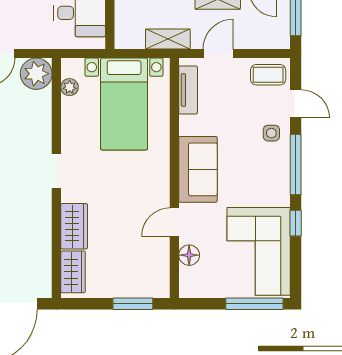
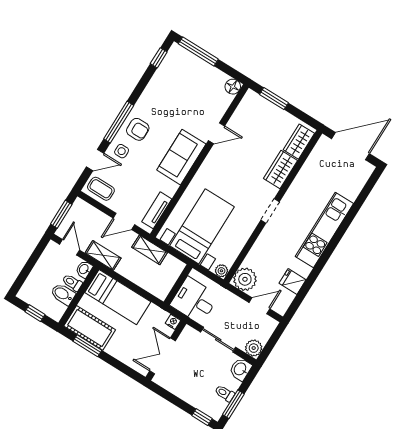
plant: (70, 87) -> (221, 271), moved
door: (296, 104) -> (95, 160), swing flipped
armchair: (268, 170) -> (138, 129), added
window: (296, 223) -> (159, 58), moved
corner sofa: (259, 251) -> (175, 82), removed
floor lamp: (189, 255) -> (233, 87), moved

